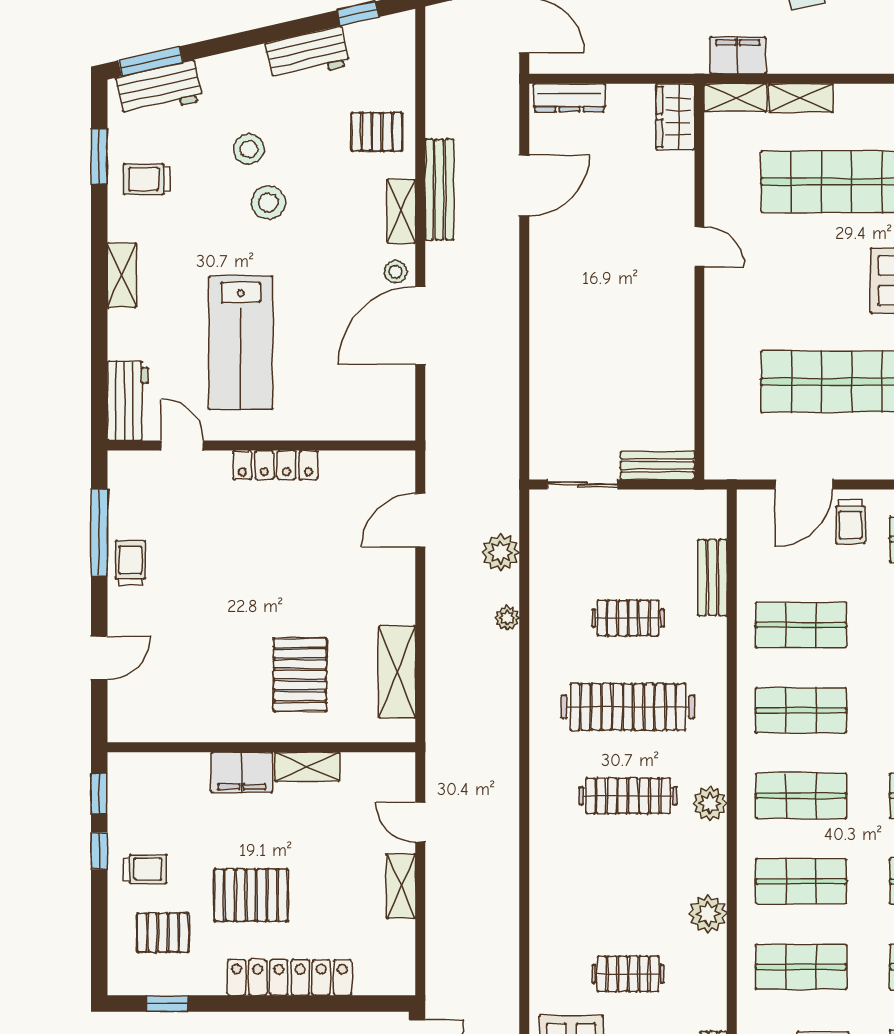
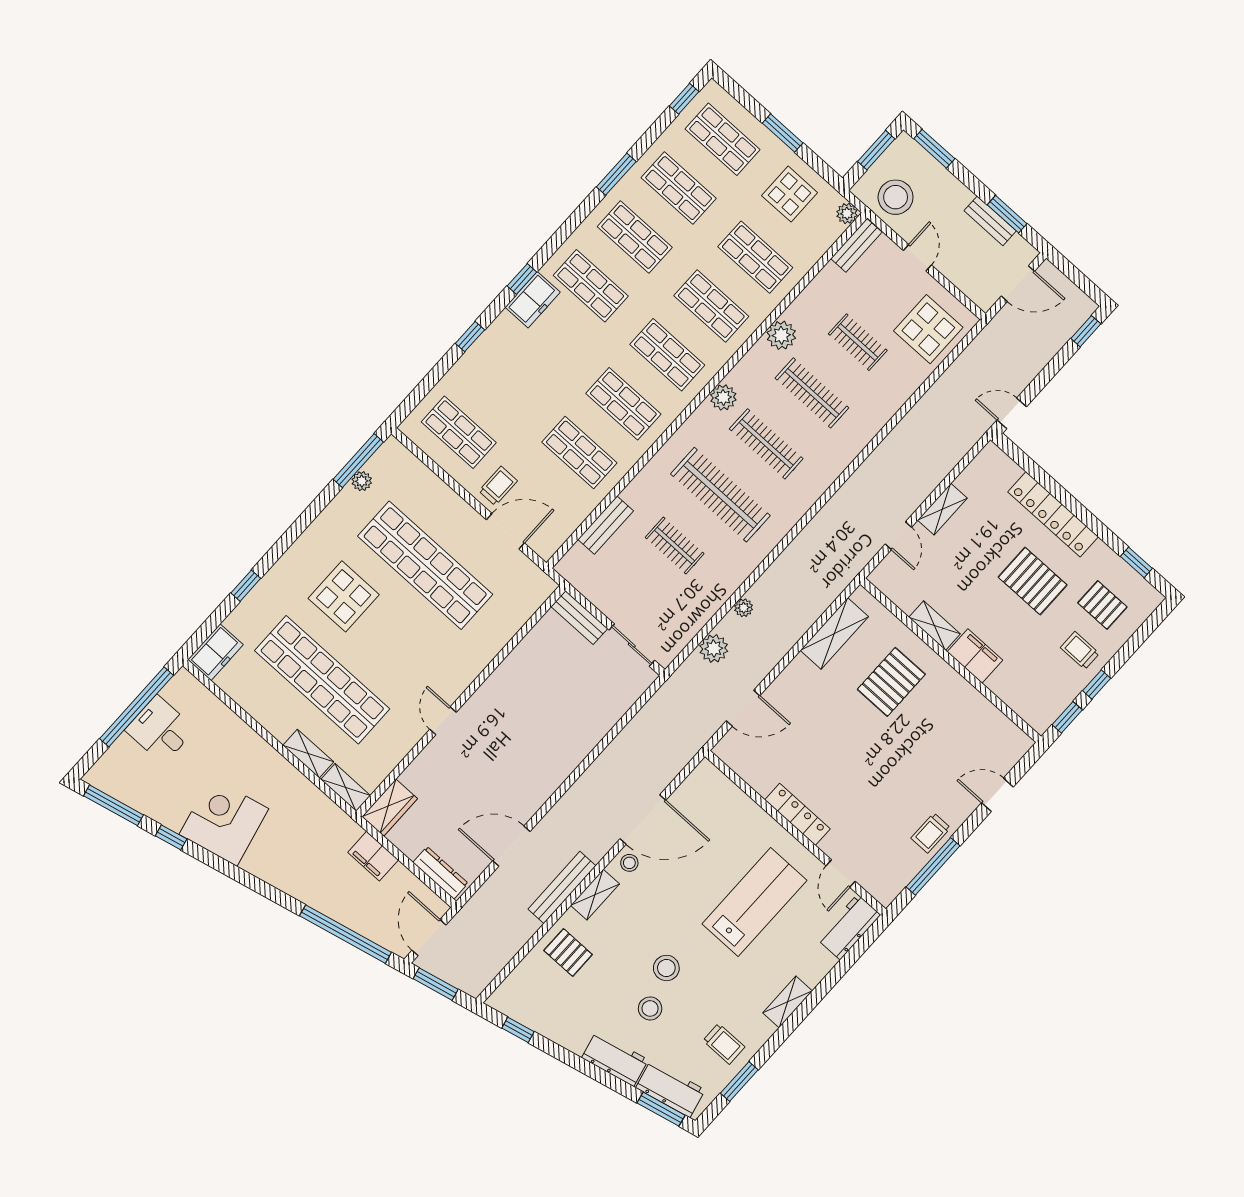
workbench: (308, 54) -> (615, 1059), moved
filing cabinet: (738, 55) -> (373, 856), moved
clothes rail: (628, 885) -> (812, 393), added

